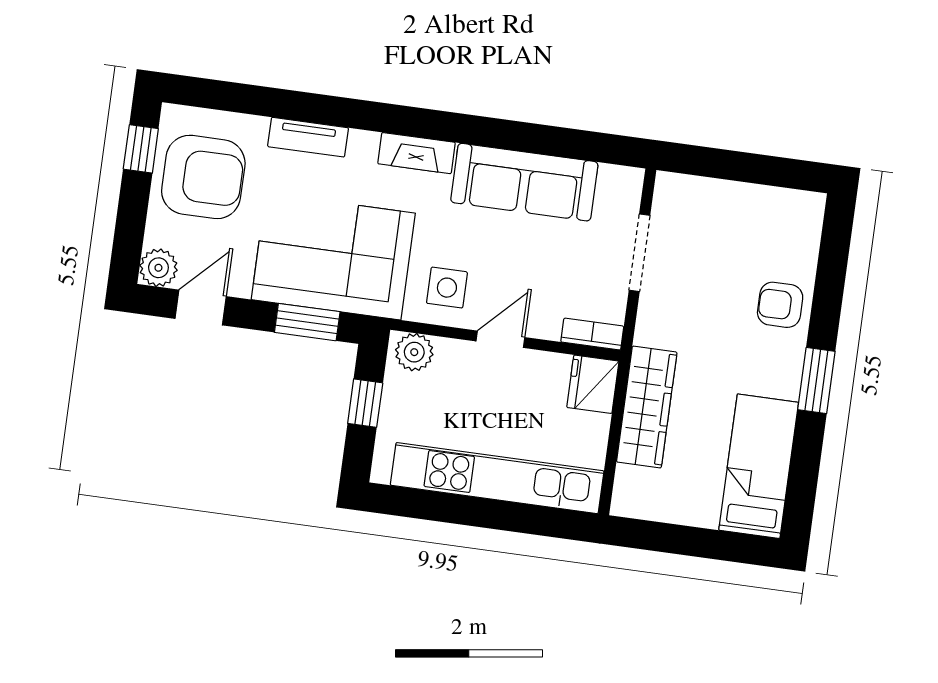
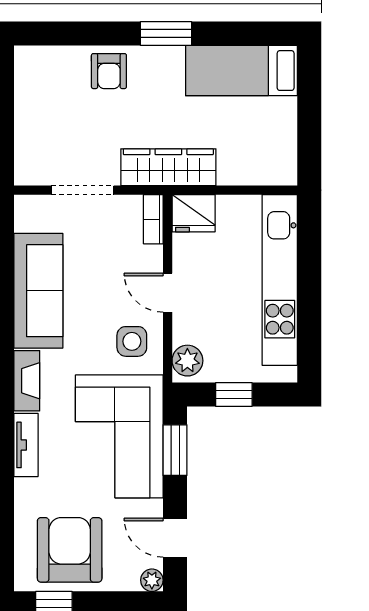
tv unit: (308, 137) -> (26, 445), moved
plant: (158, 268) -> (152, 580), width x0.73, depth x0.73
wardrobe: (647, 407) -> (168, 167), moved

